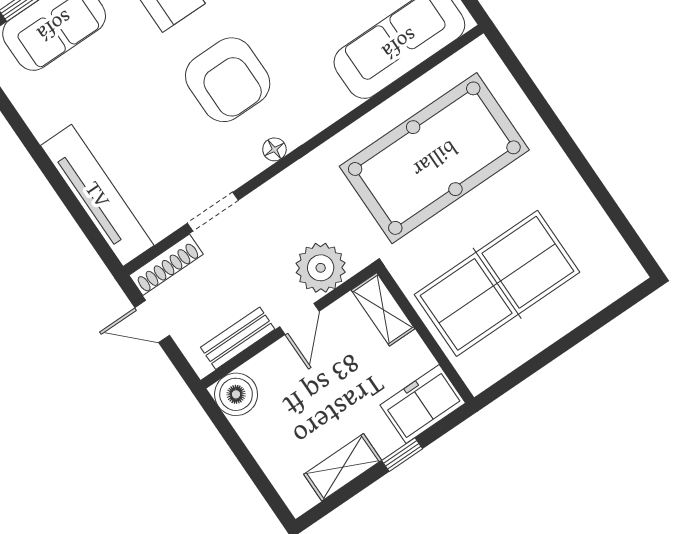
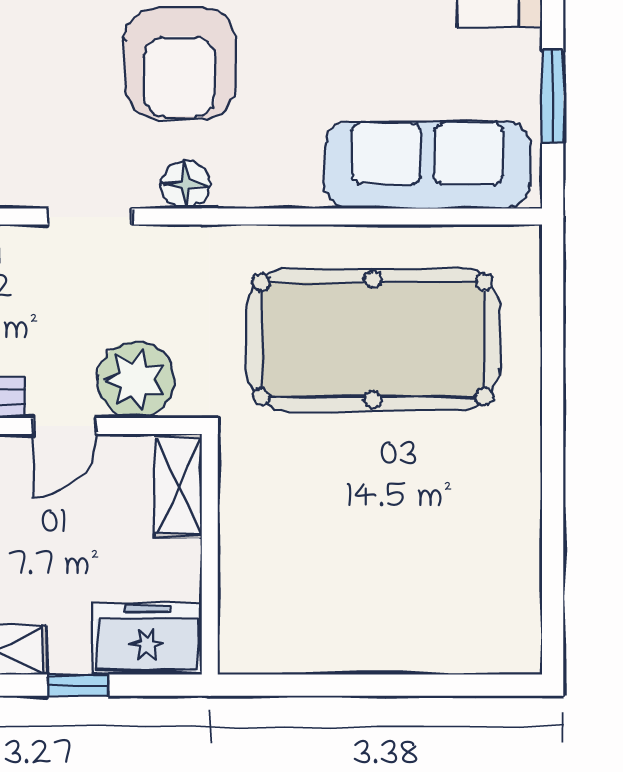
floor lamp: (274, 149) -> (186, 184), width x1.37, depth x1.37
doorway: (213, 212) -> (90, 217), moved
table tennis table: (497, 283) -> (344, 551), removed

